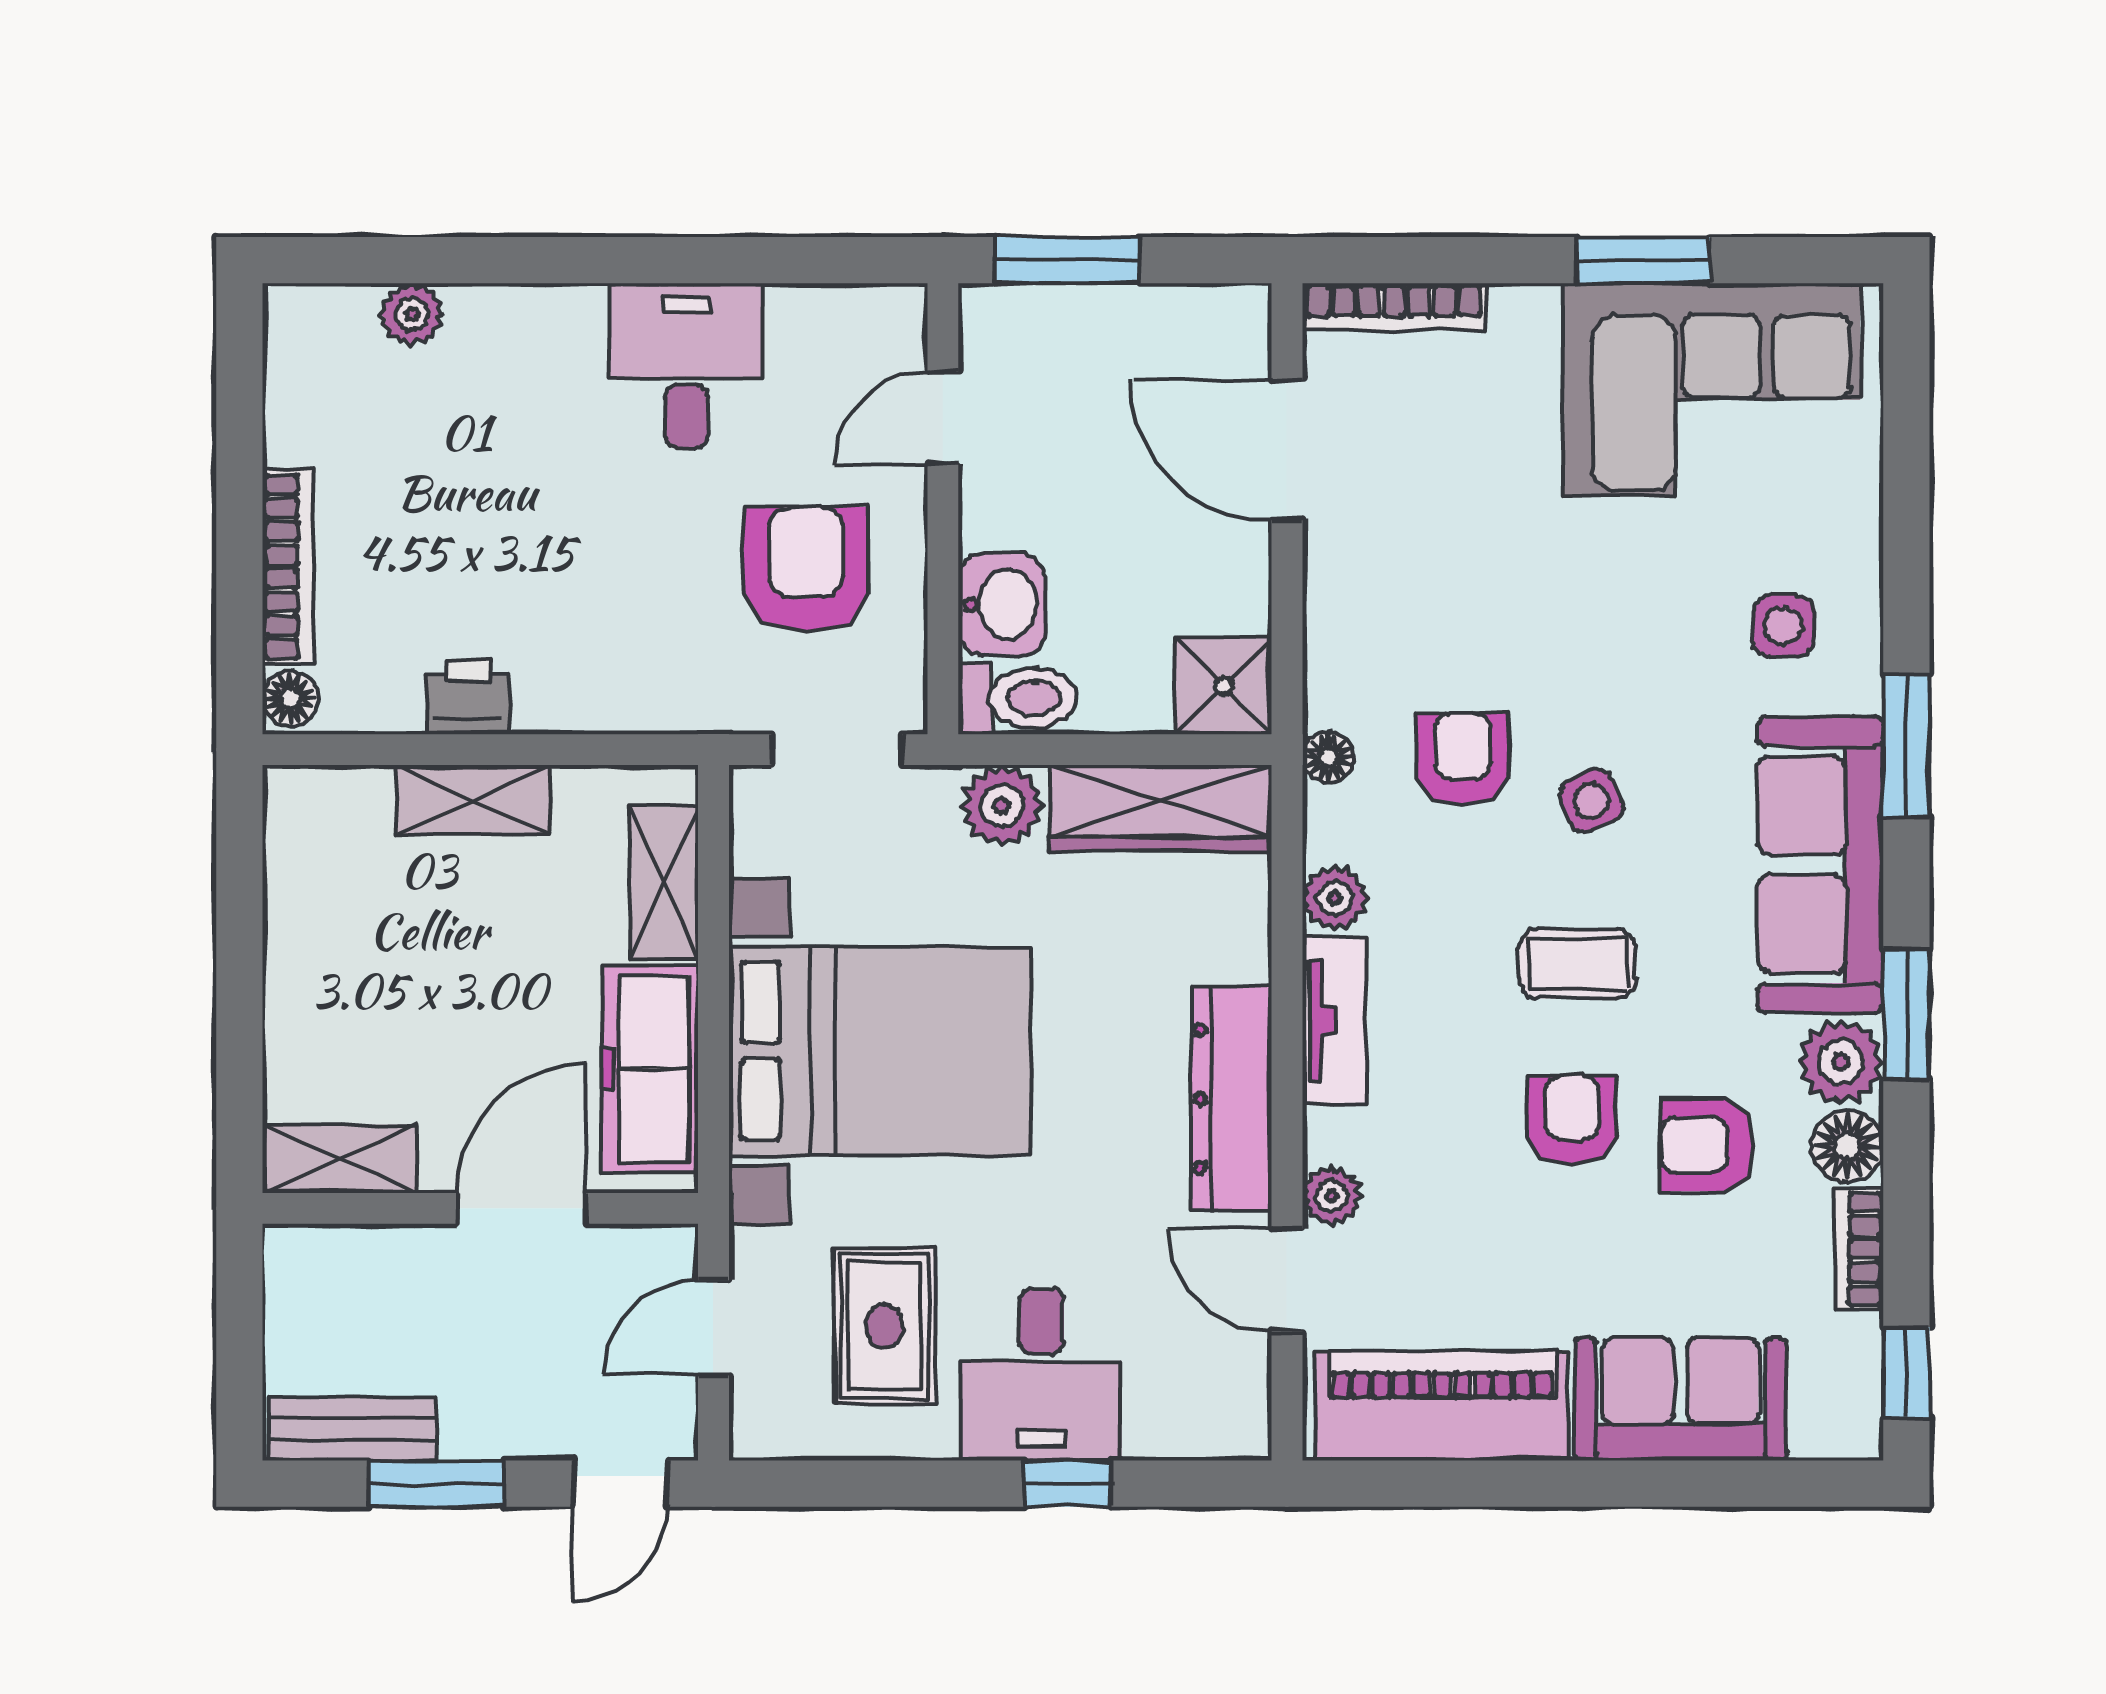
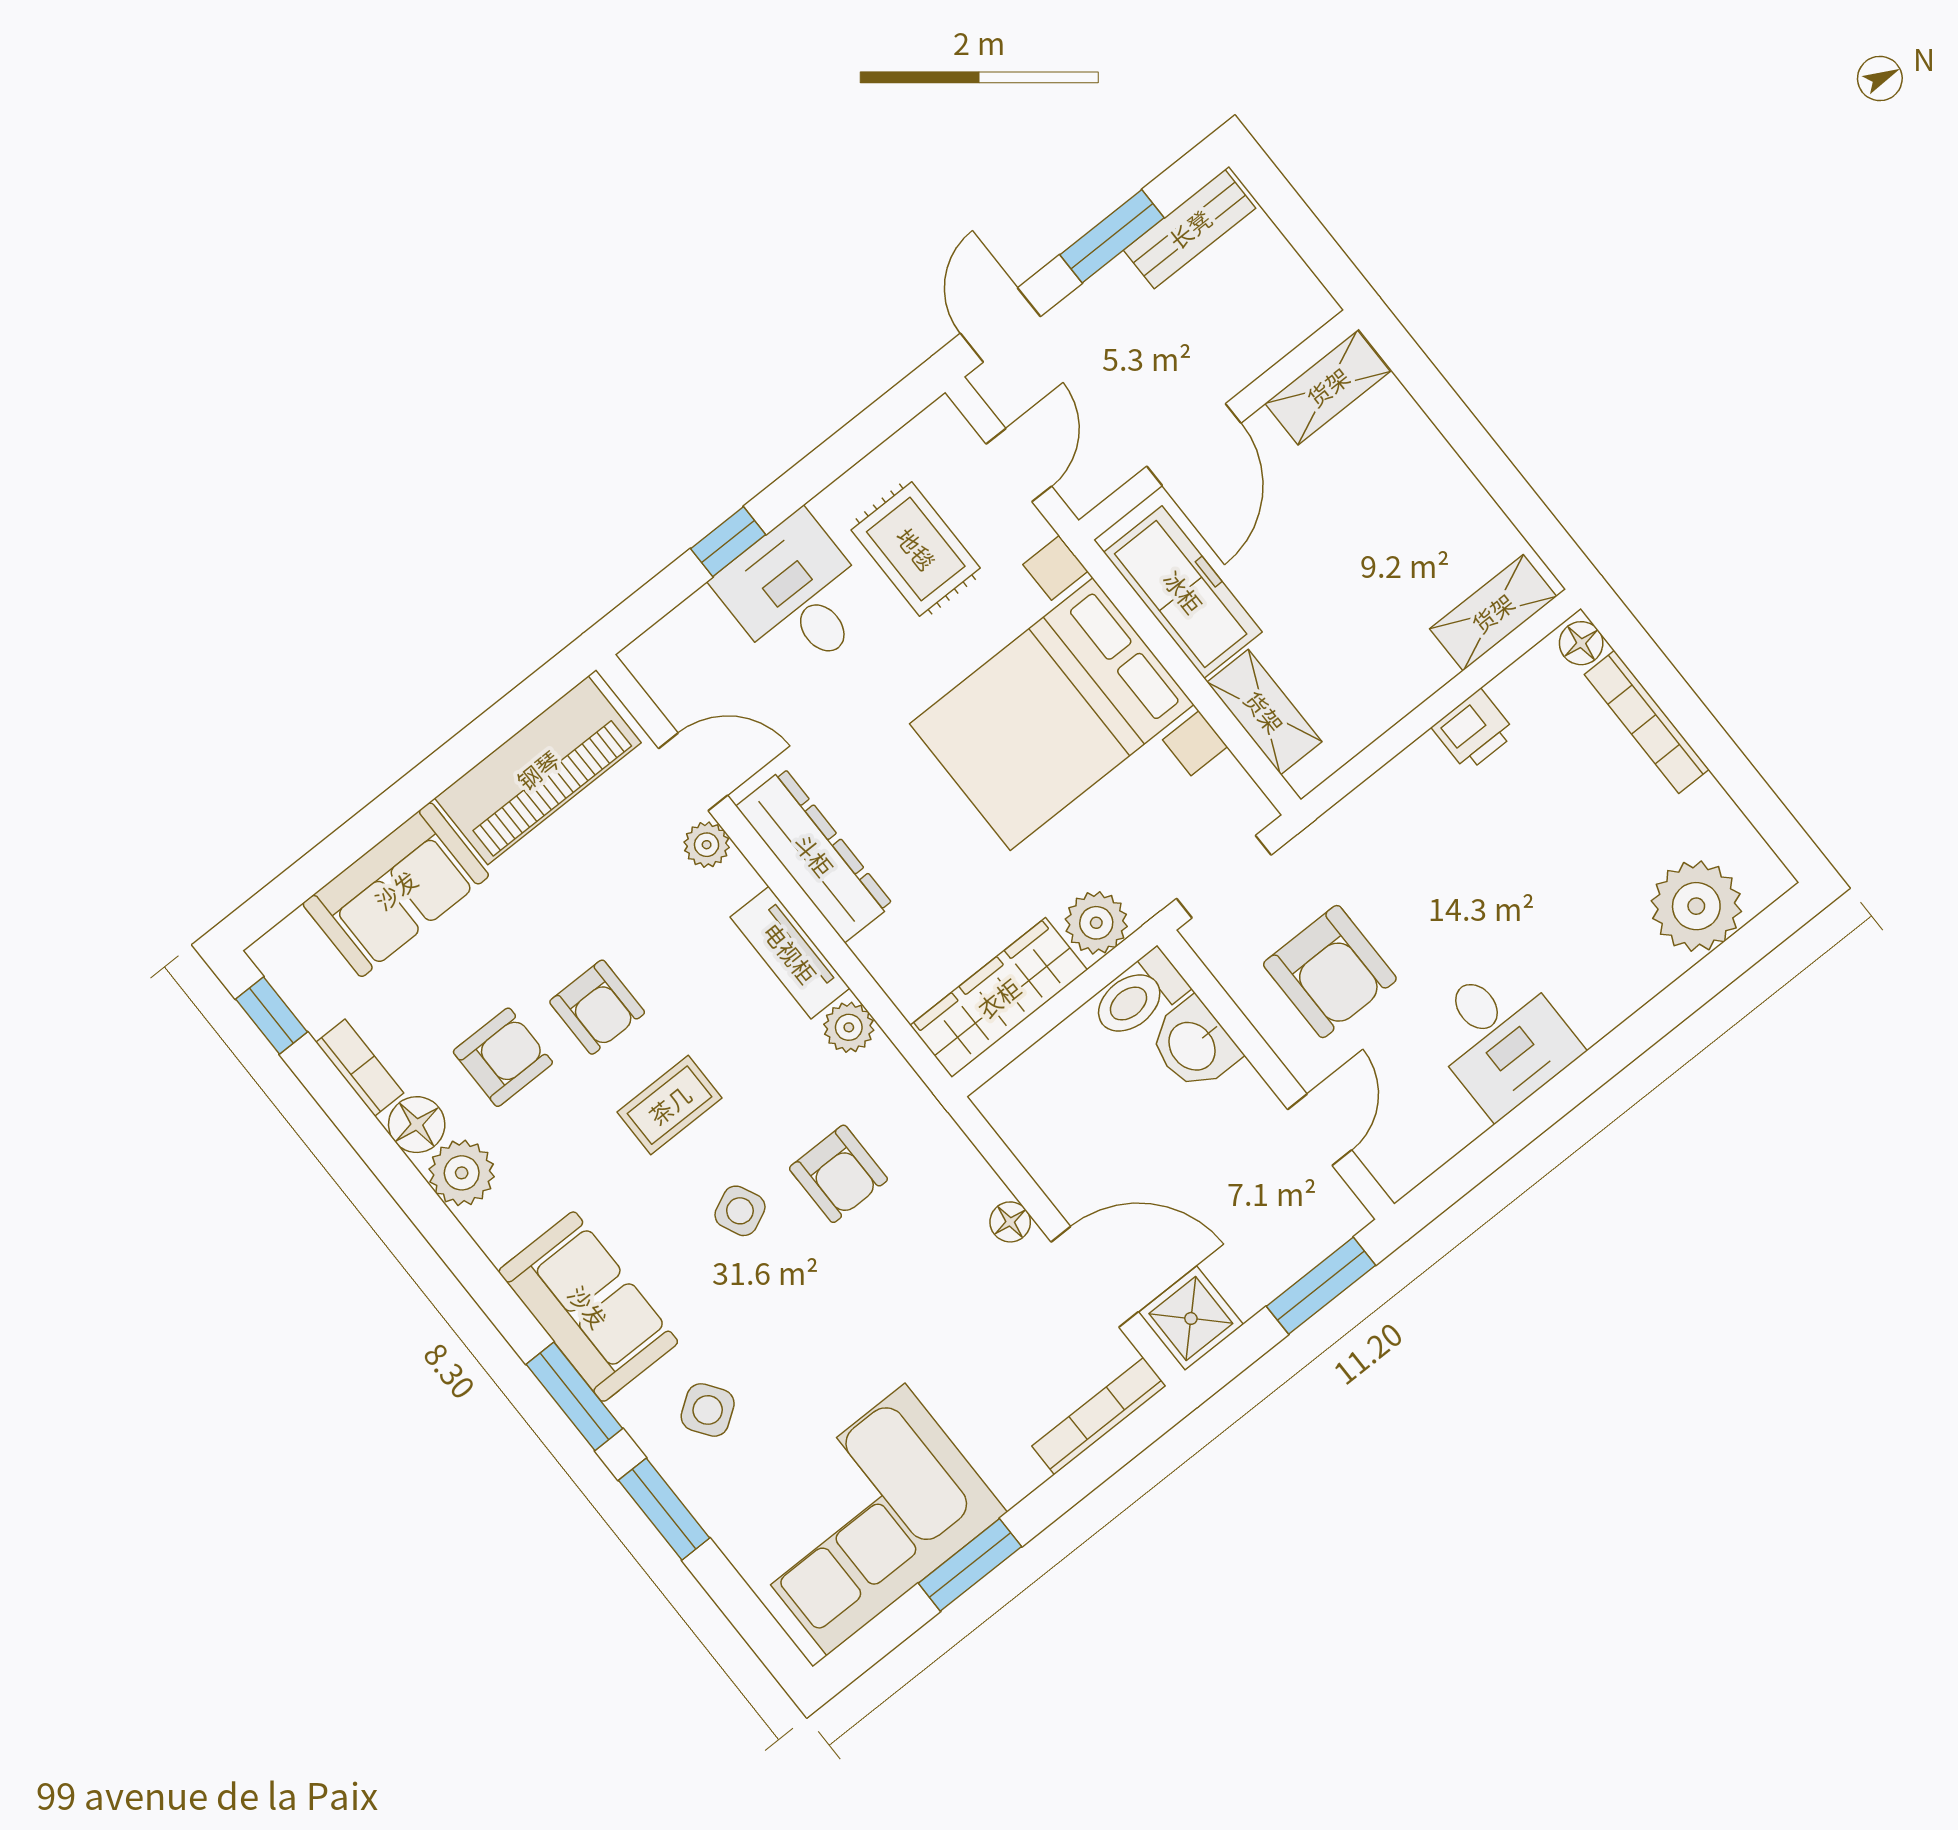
plant: (412, 314) -> (1696, 906), width x1.87, depth x1.87
side table: (1783, 626) -> (708, 1410), turned -35
shower: (1224, 686) -> (1191, 1318), moved
floor lamp: (1328, 757) -> (1010, 1222), moved
shelving: (473, 800) -> (1493, 613), moved
sofa: (1820, 865) -> (588, 1307), width x0.73
window: (1906, 1014) -> (664, 1509), moved

